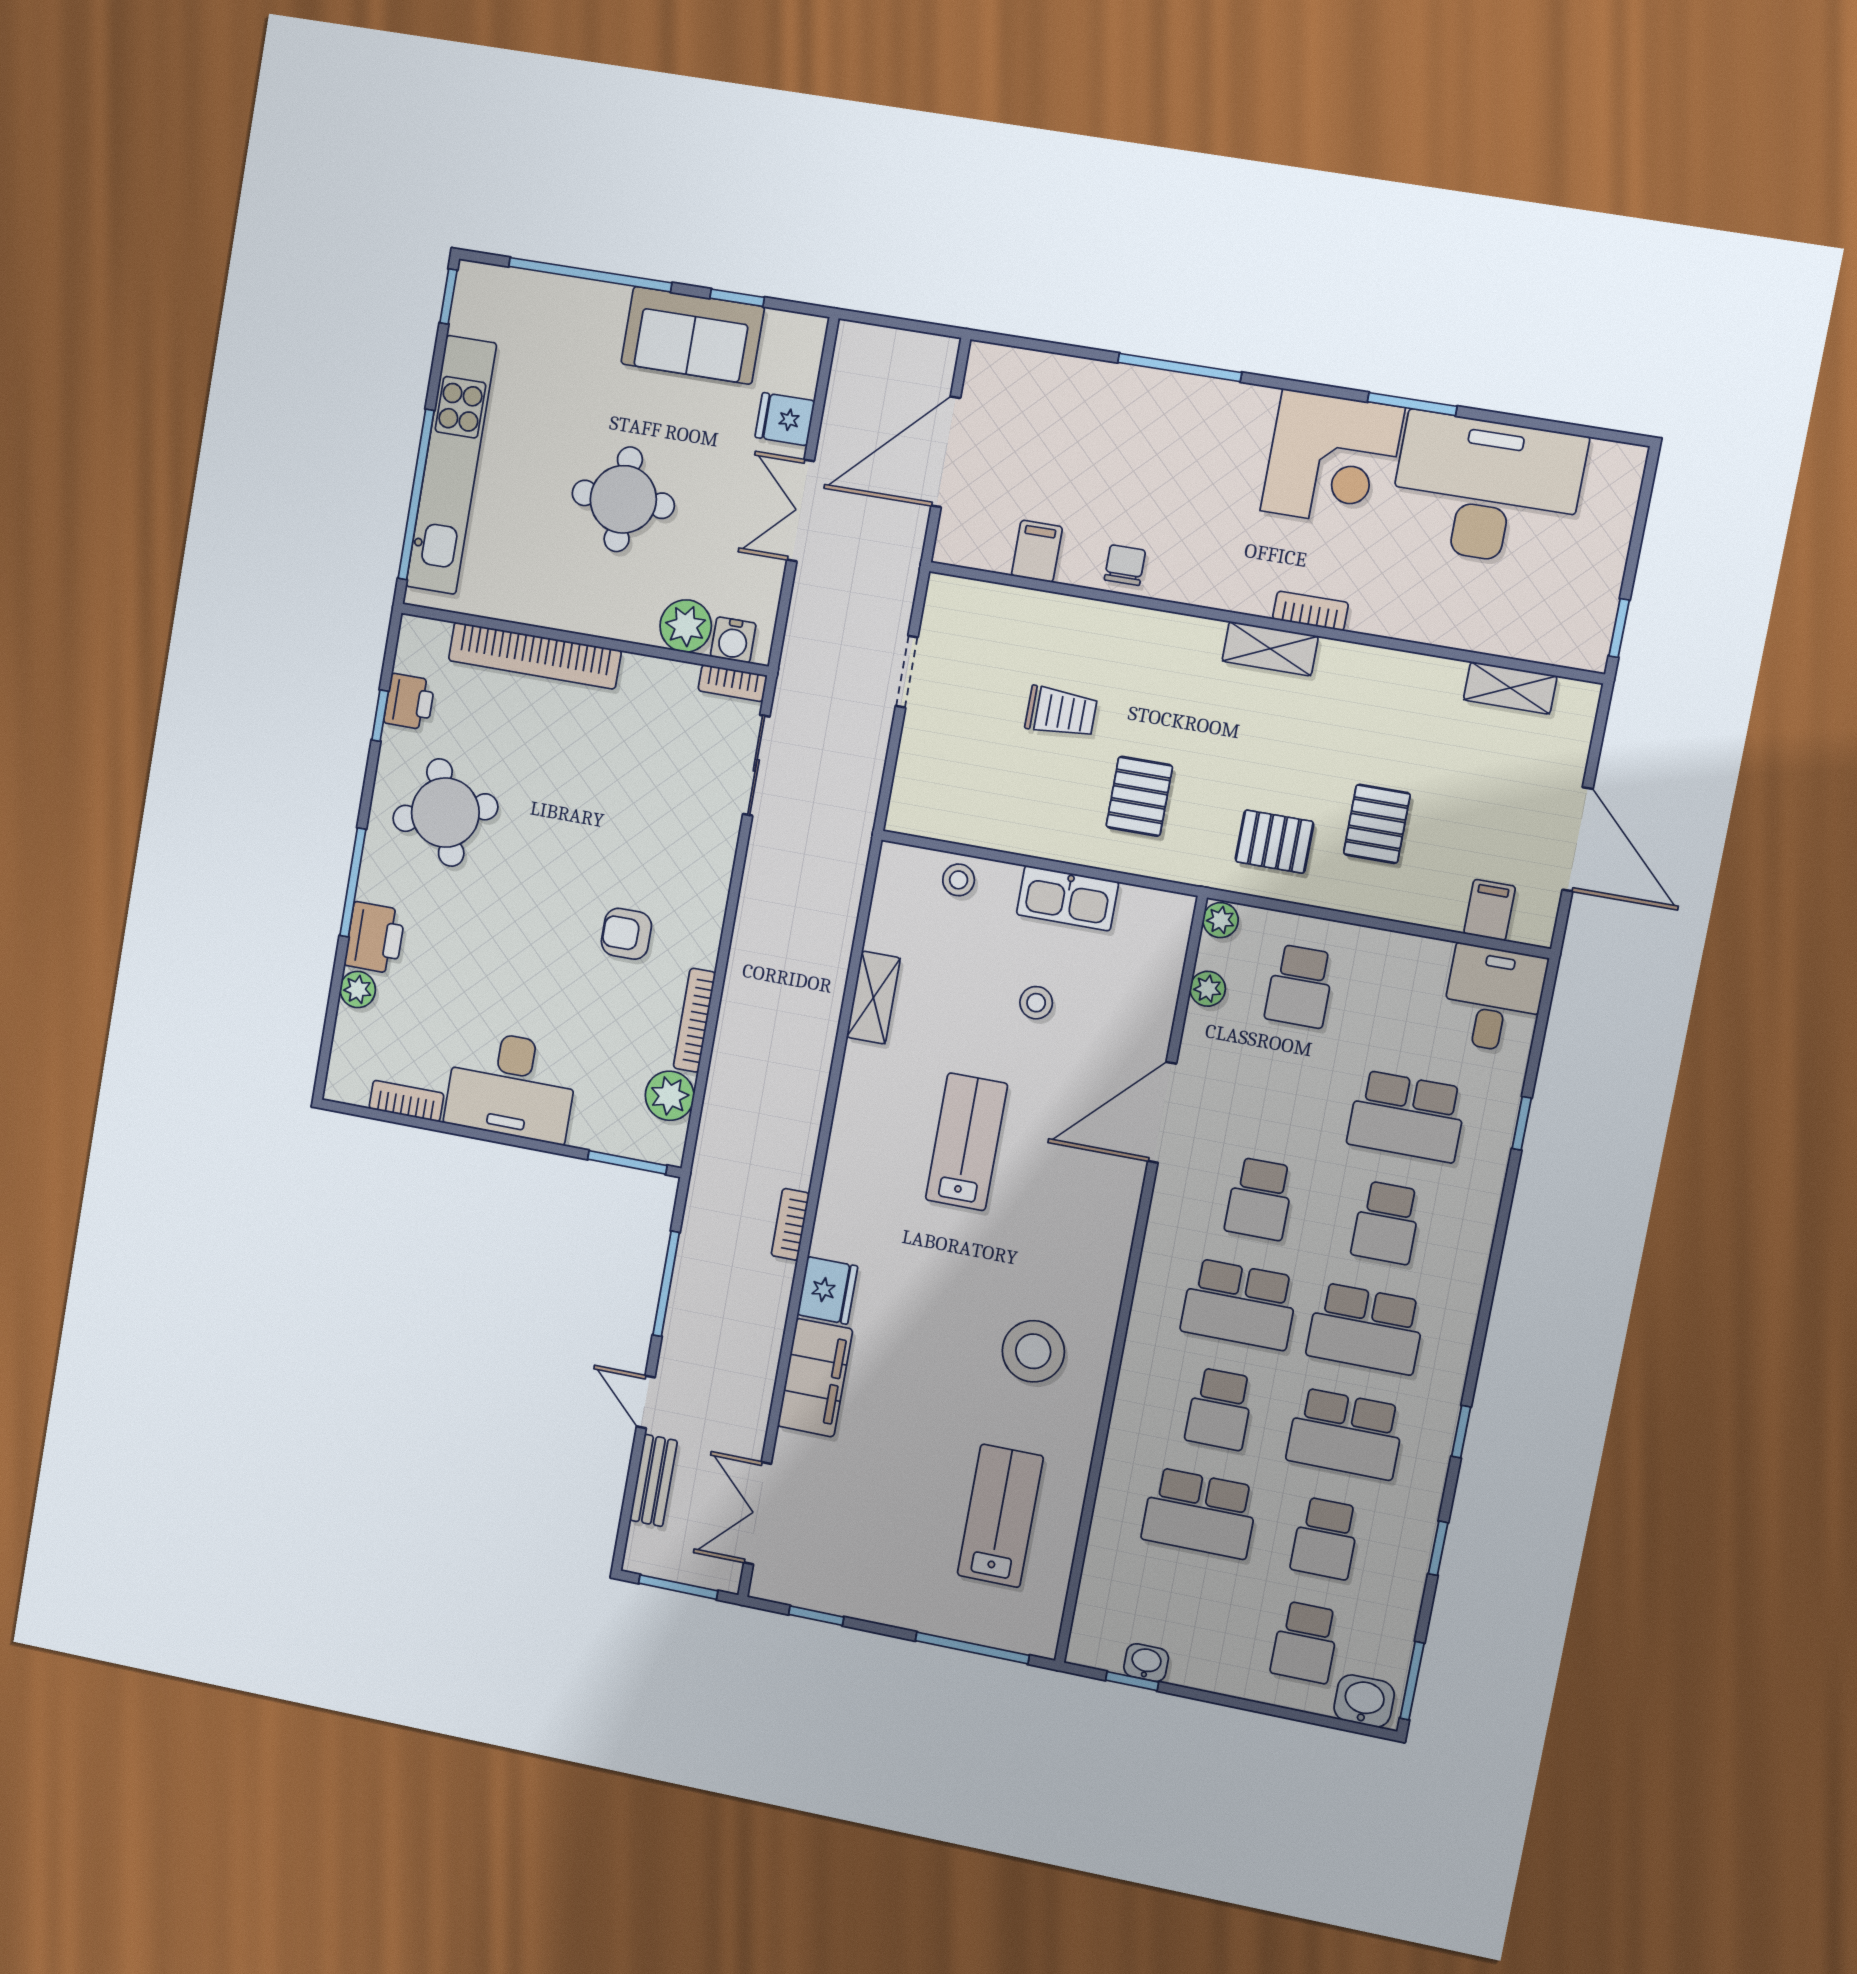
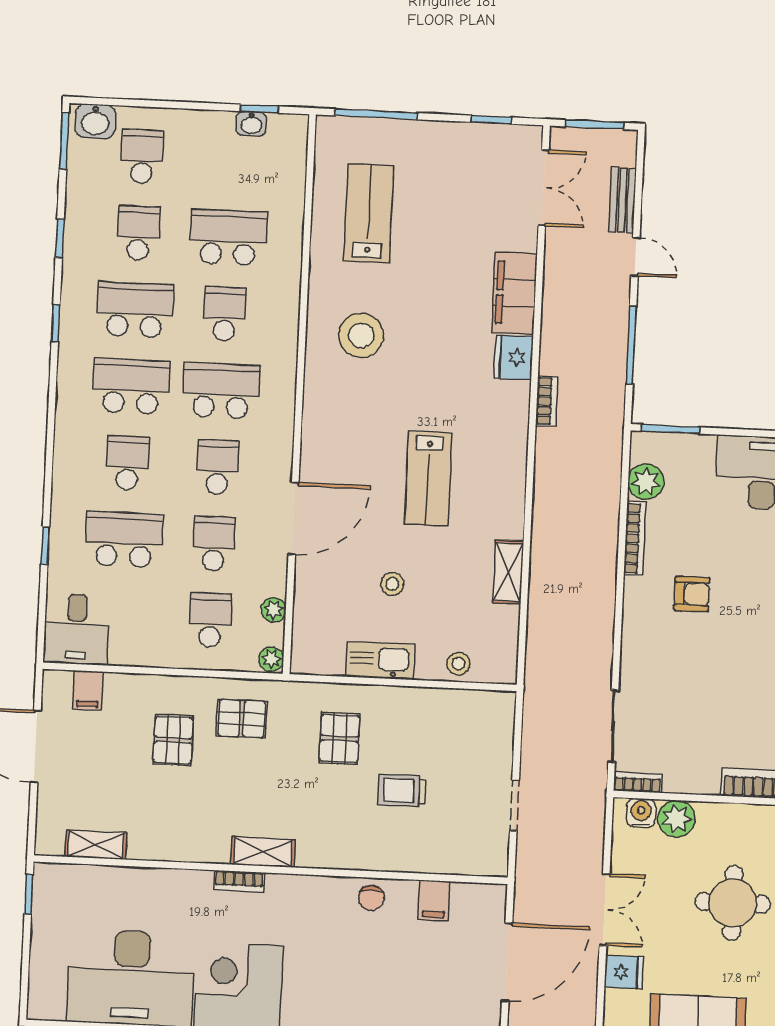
school desk: (1280, 1093) -> (214, 544), added
lab bench: (1000, 1516) -> (369, 213), turned 180

